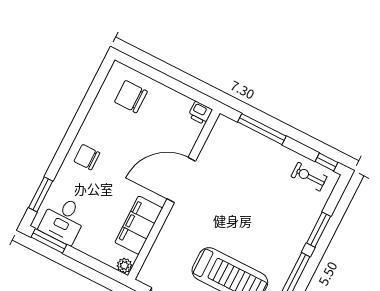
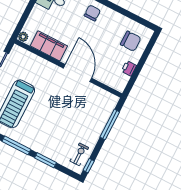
chair: (131, 97) -> (131, 41), turned 90
printer: (200, 113) -> (129, 68), moved

